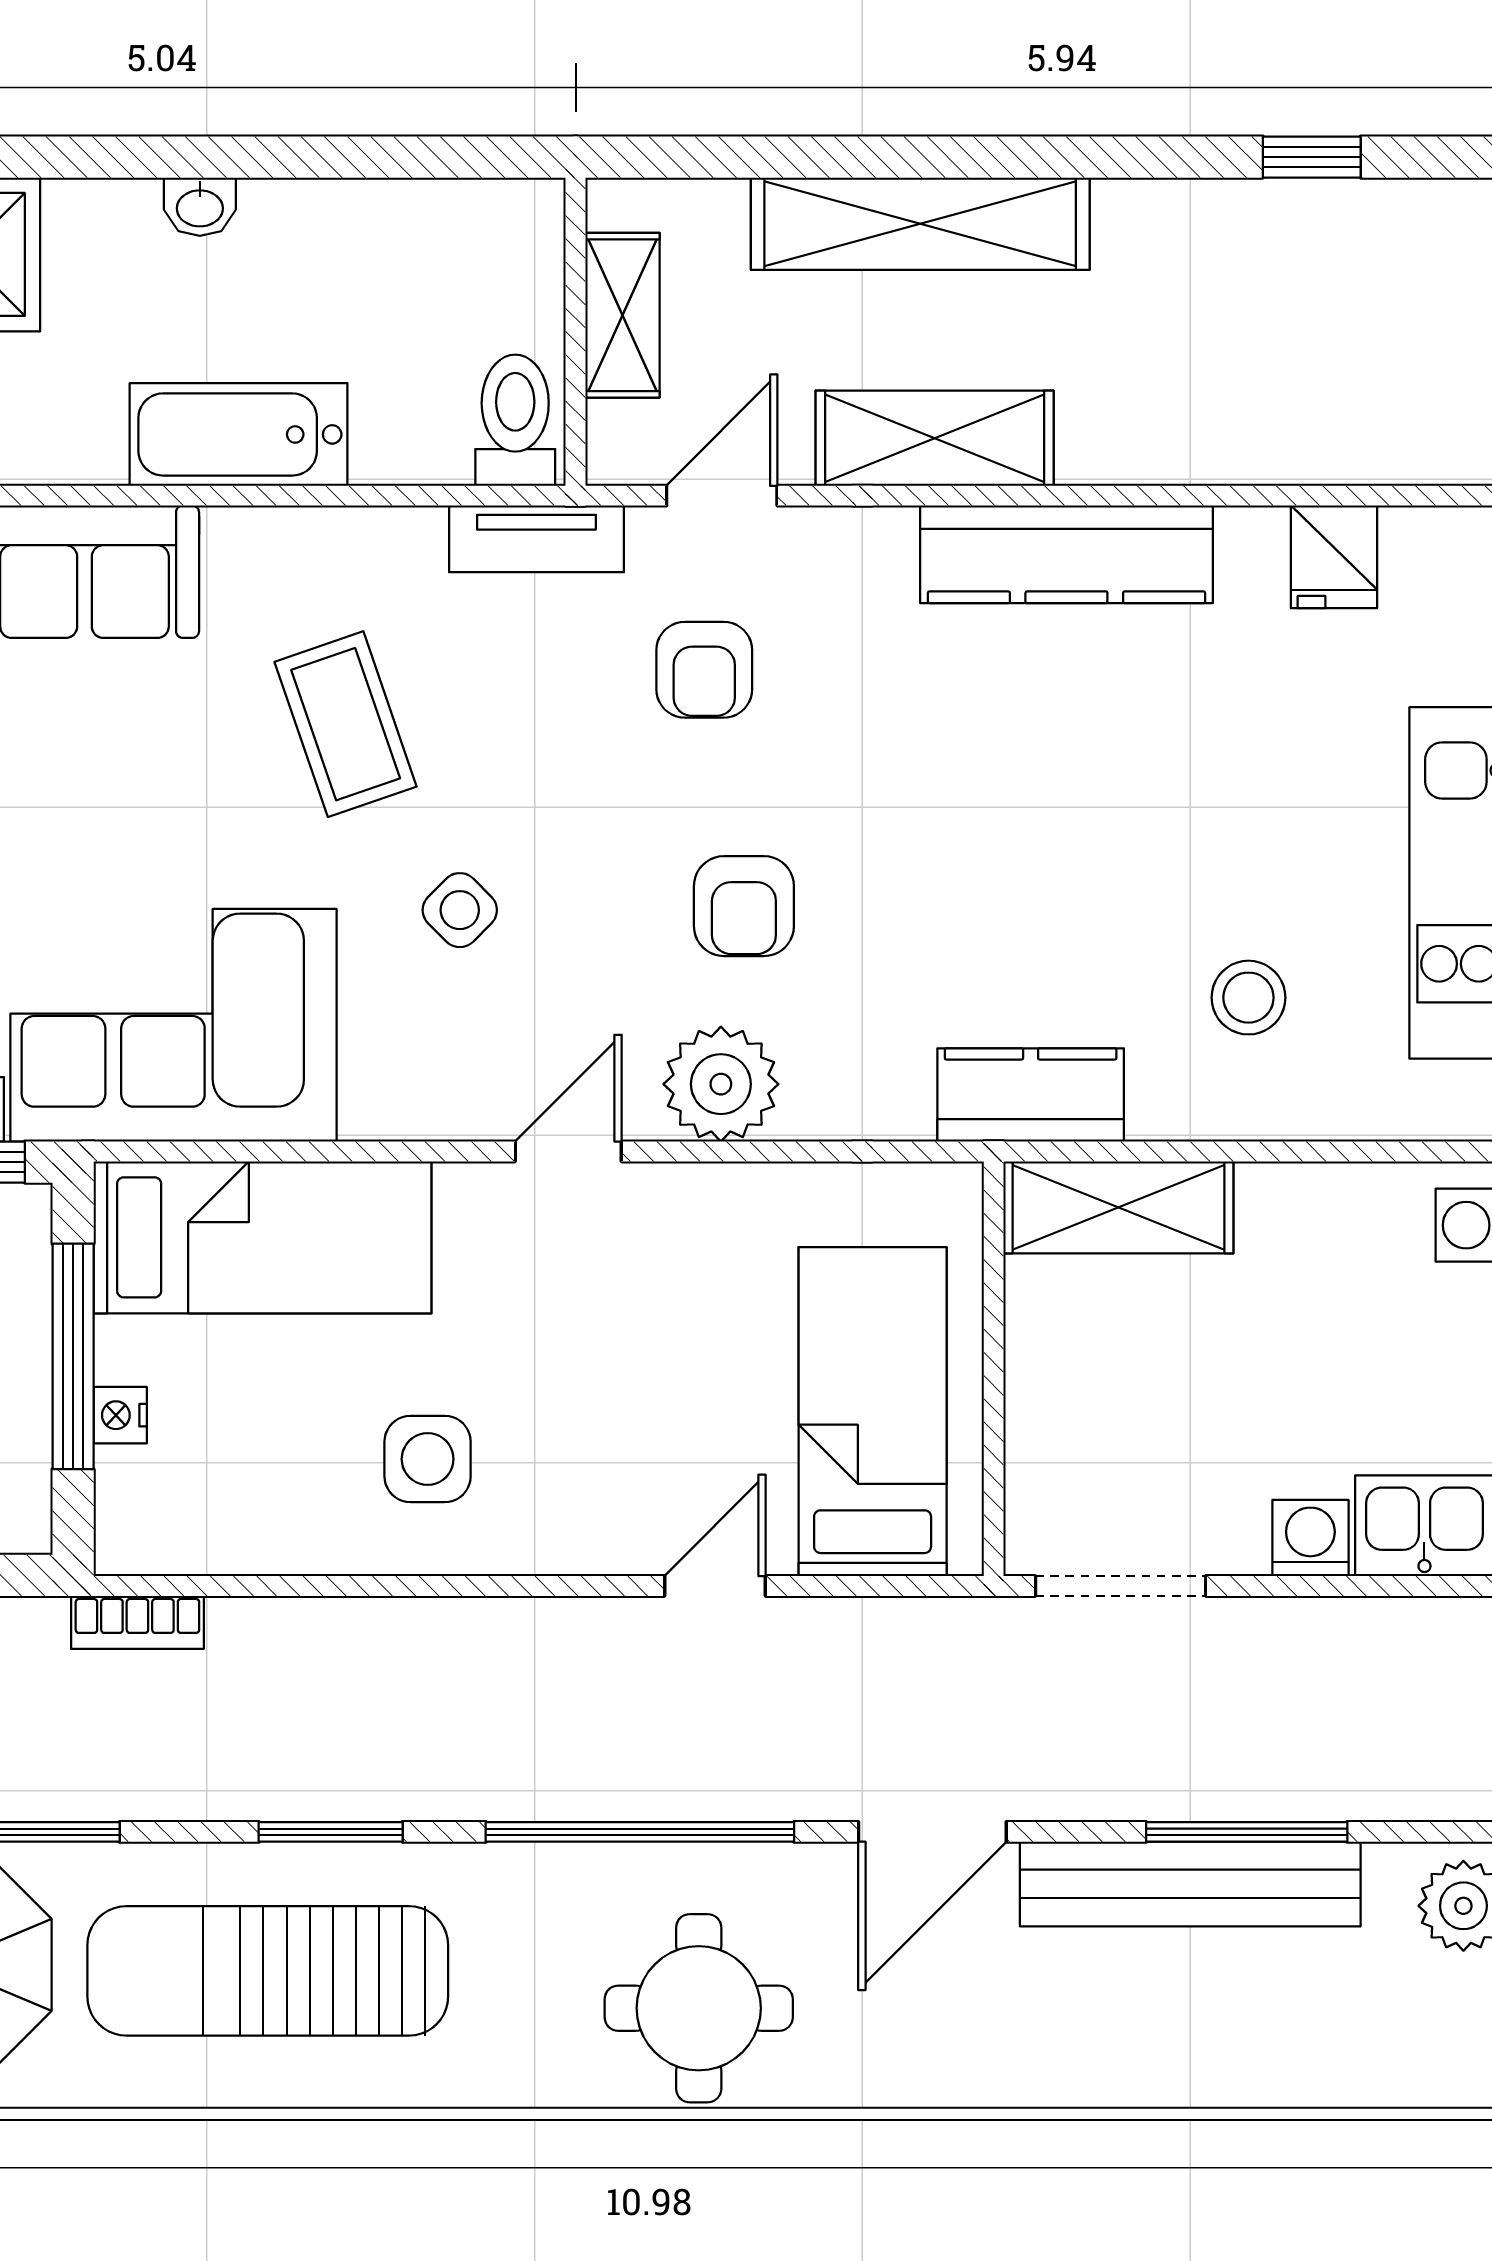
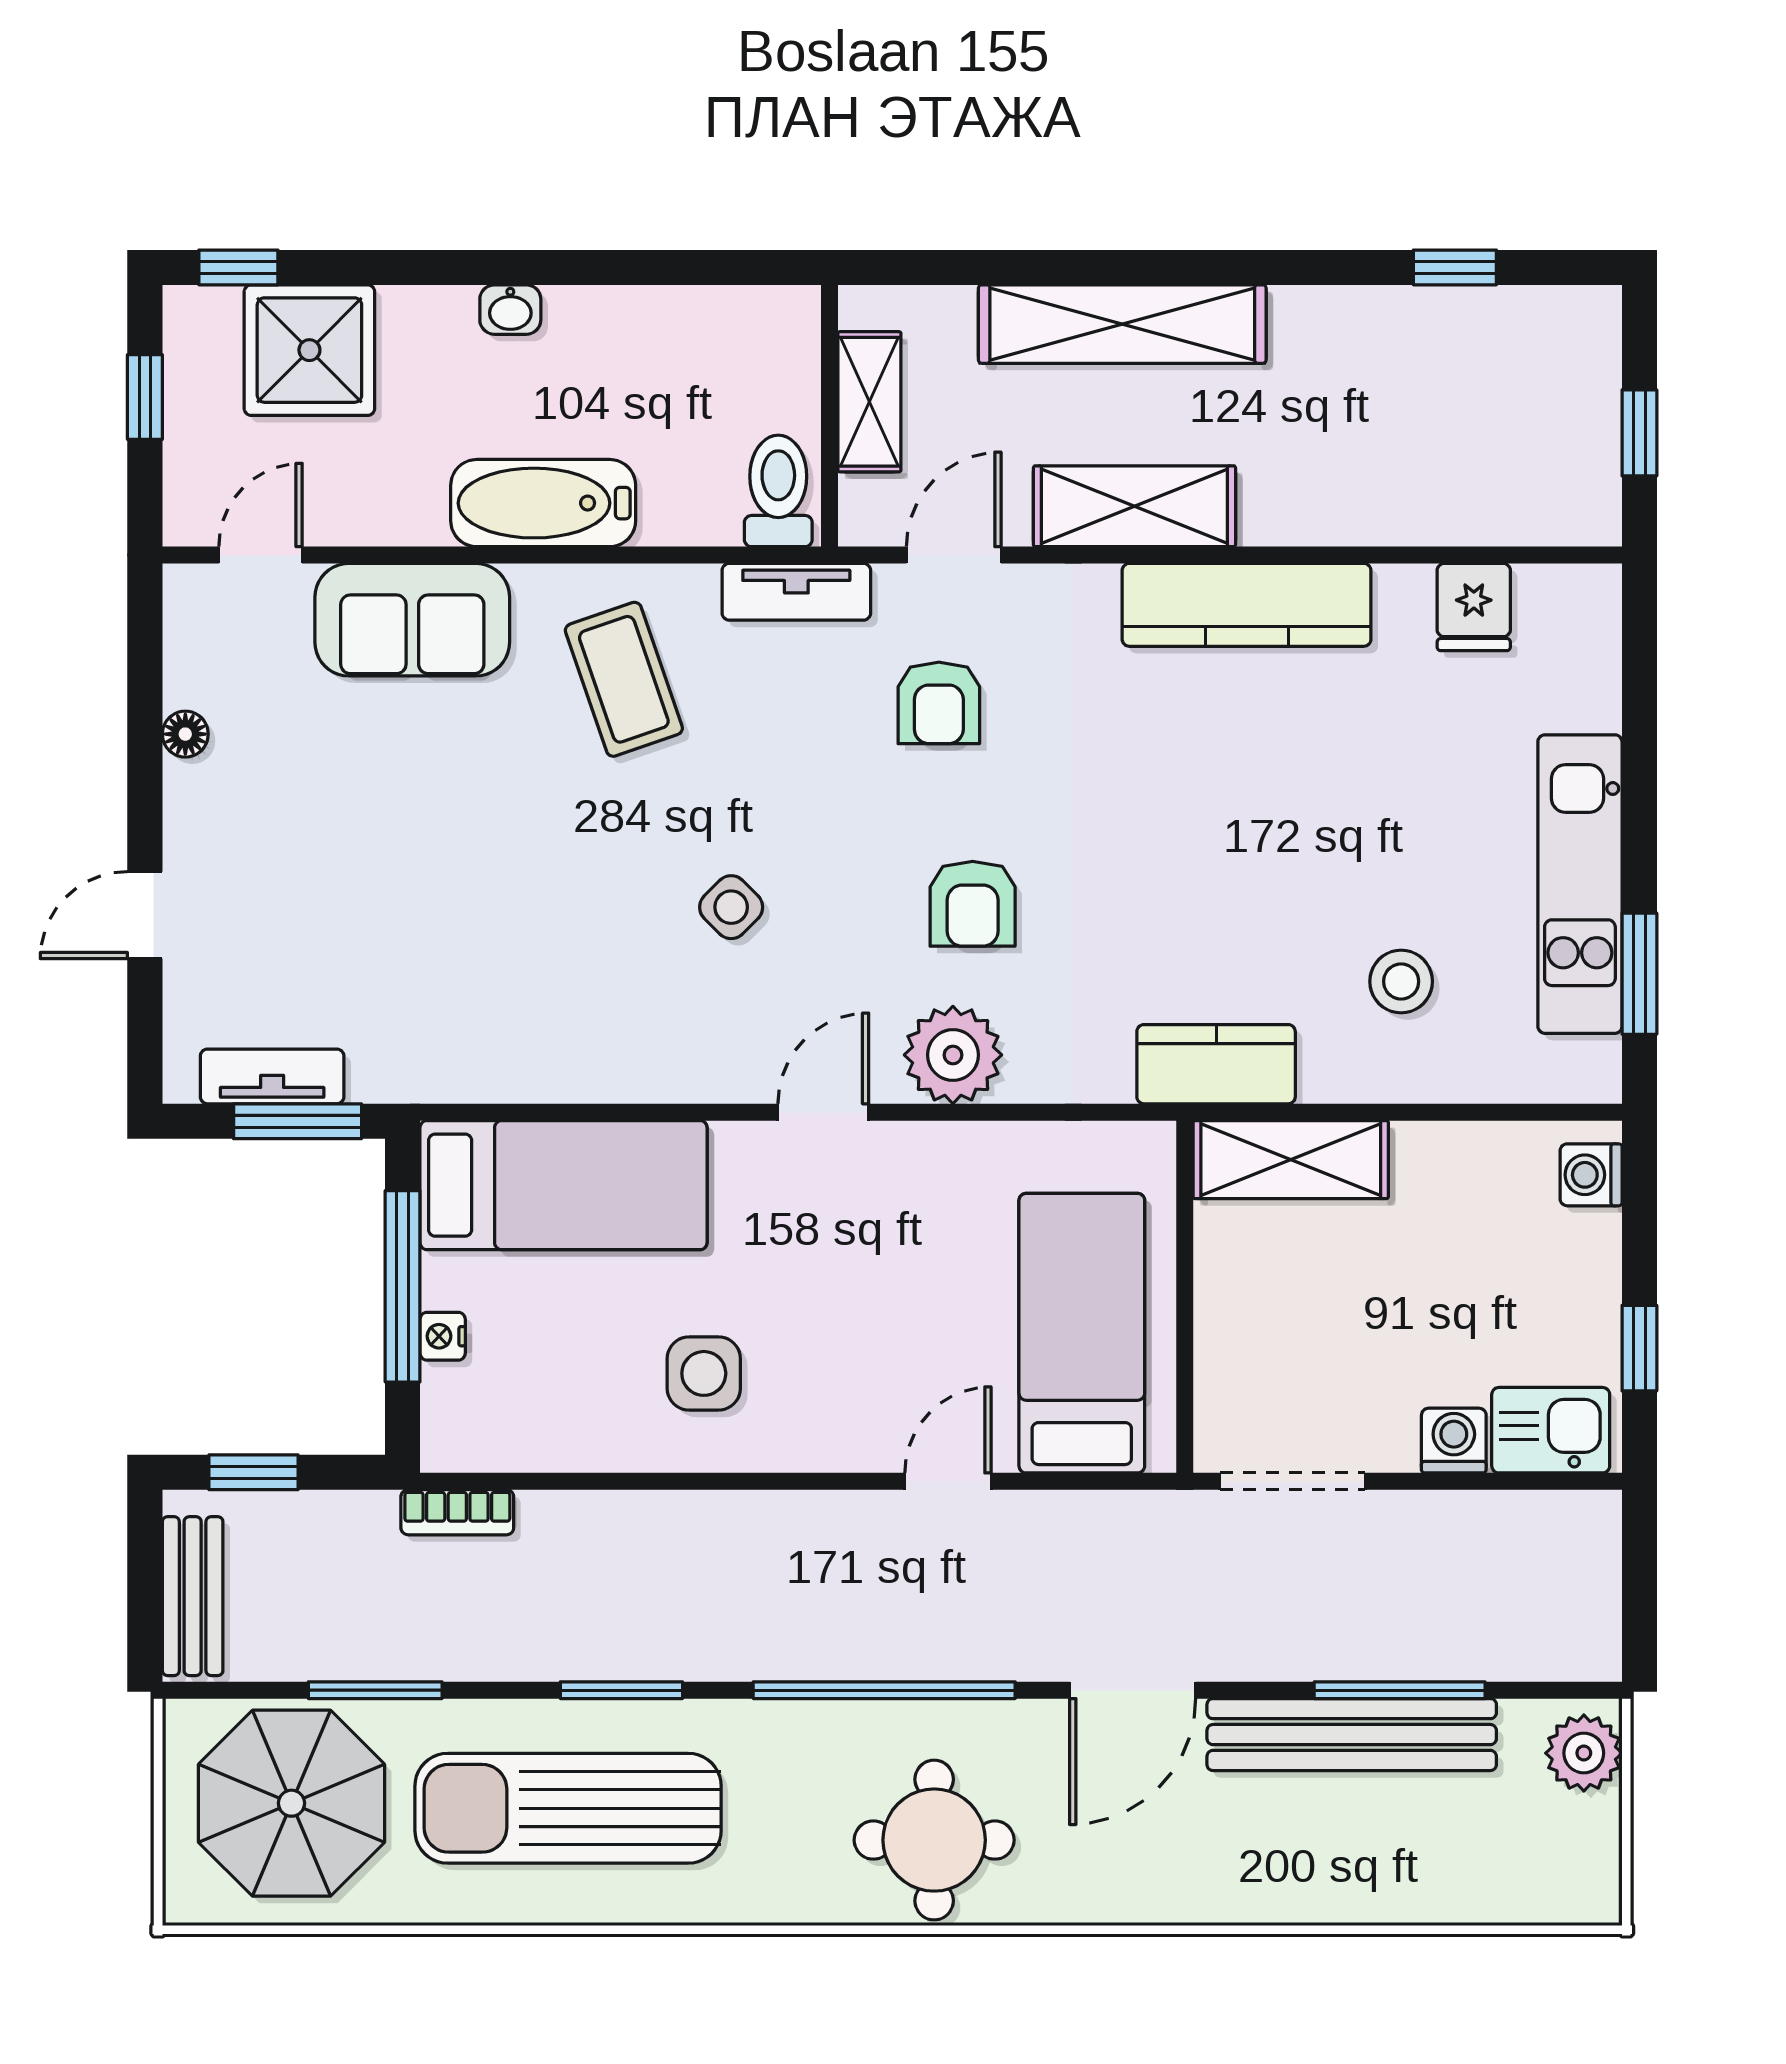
coffee table: (346, 724) -> (624, 679), moved
corner sofa: (174, 1025) -> (488, 1005), removed

